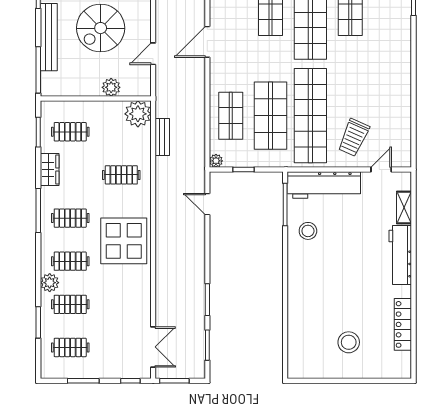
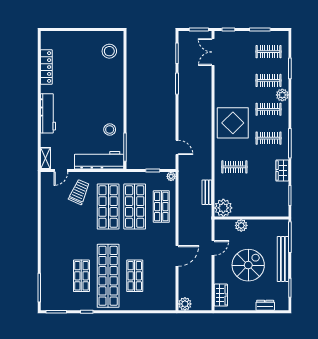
shop shelf: (310, 116) -> (108, 207), width x0.71
clothes rail: (70, 132) -> (269, 196), removed
shelving: (404, 208) -> (45, 158), moved
stool: (349, 342) -> (109, 51), moved

